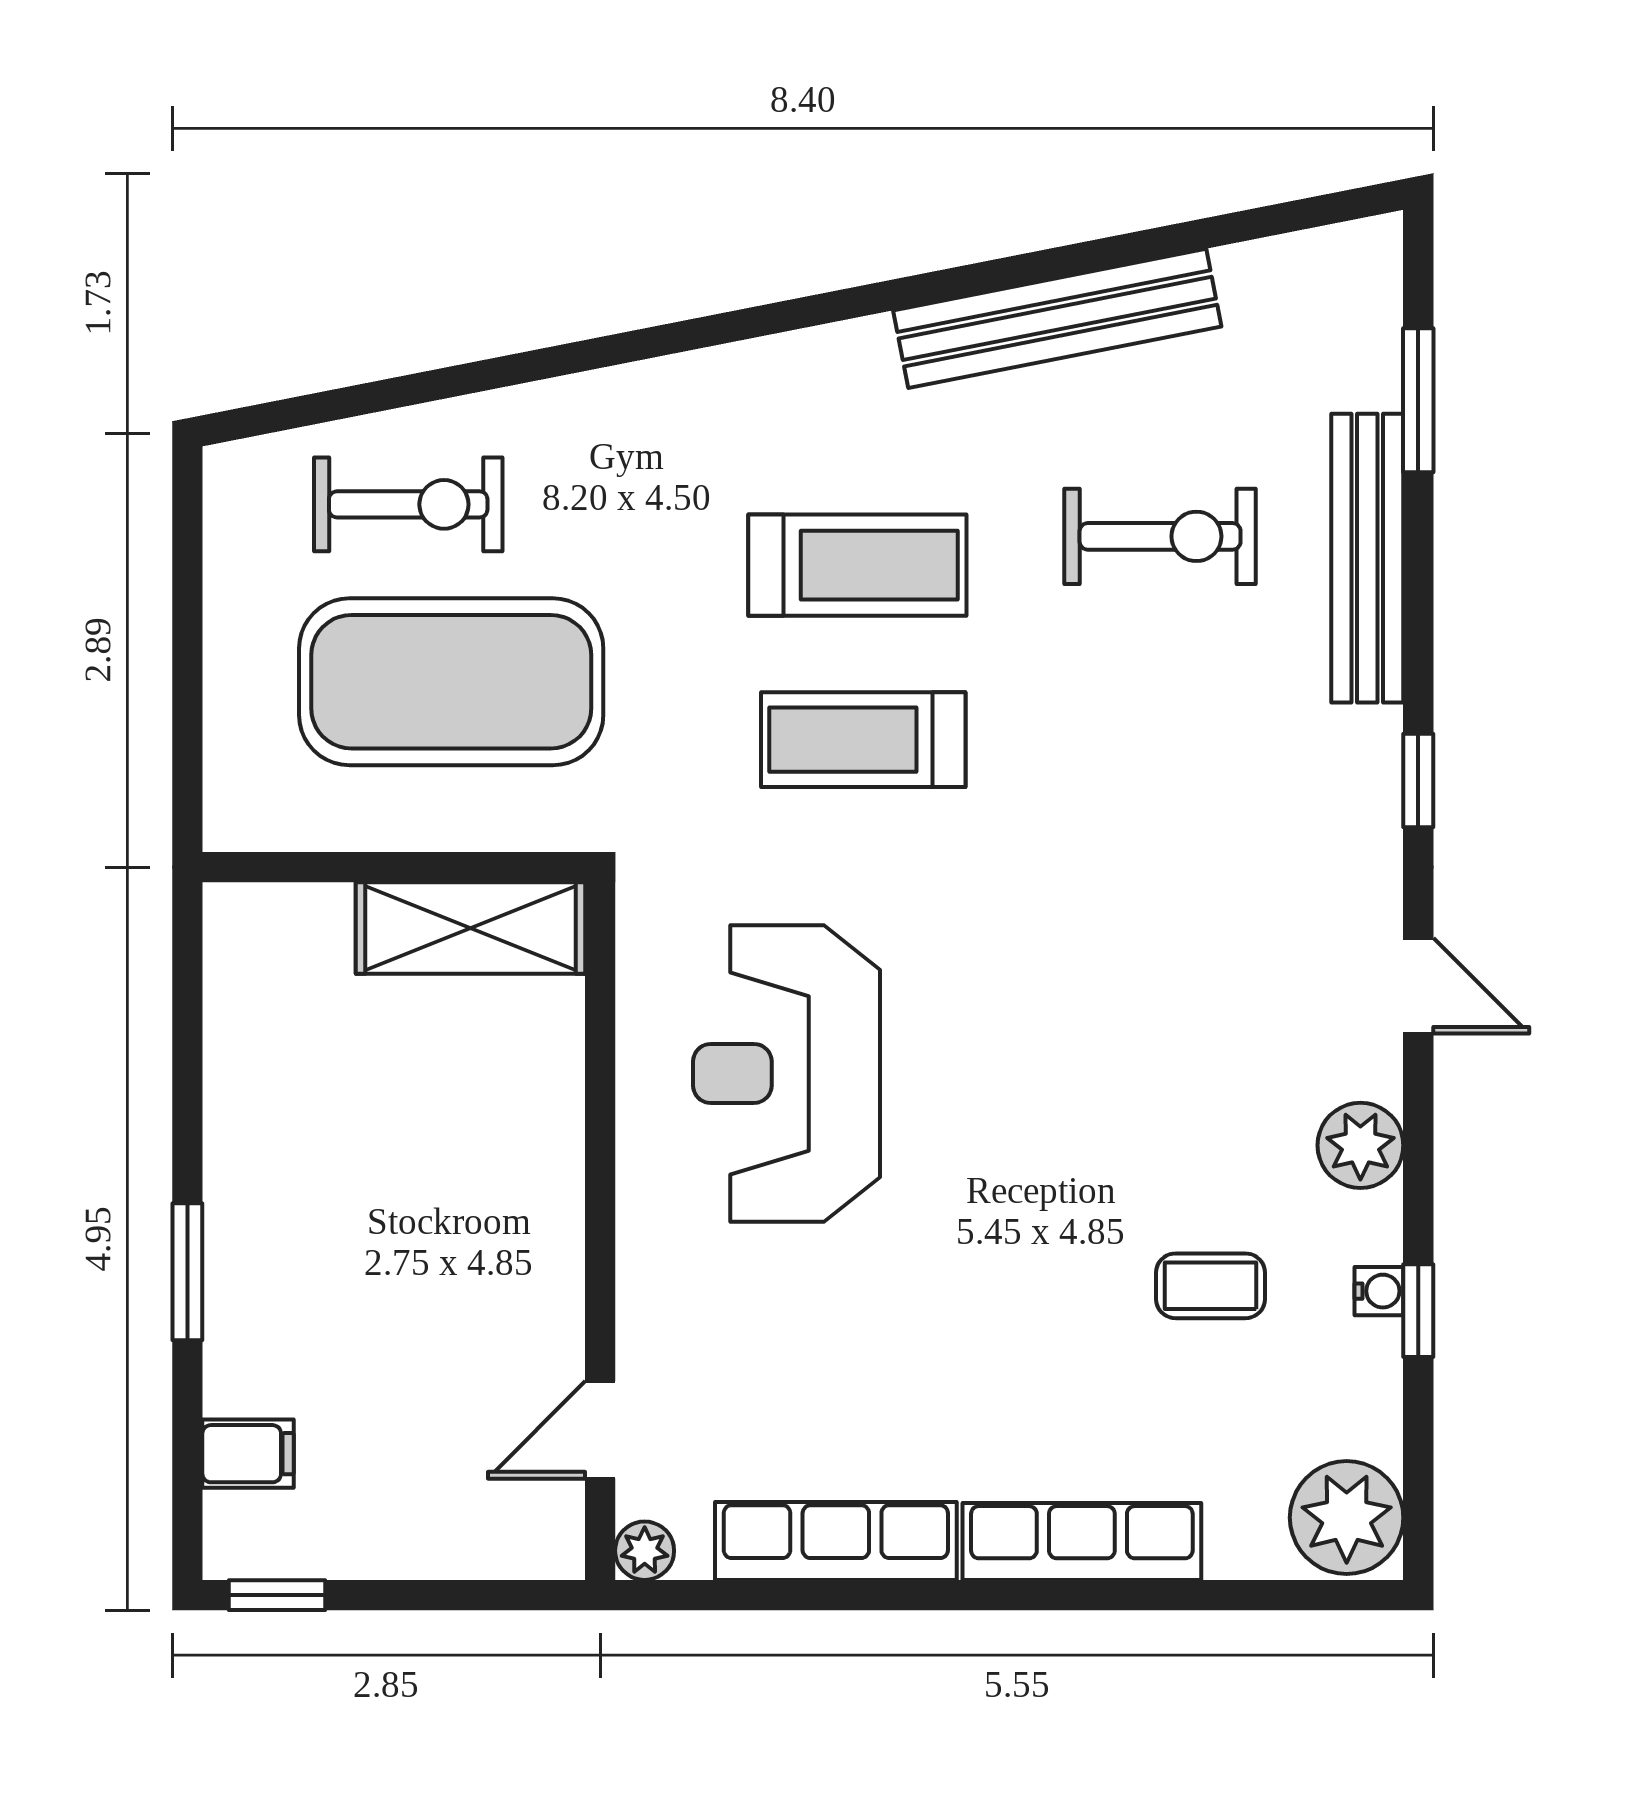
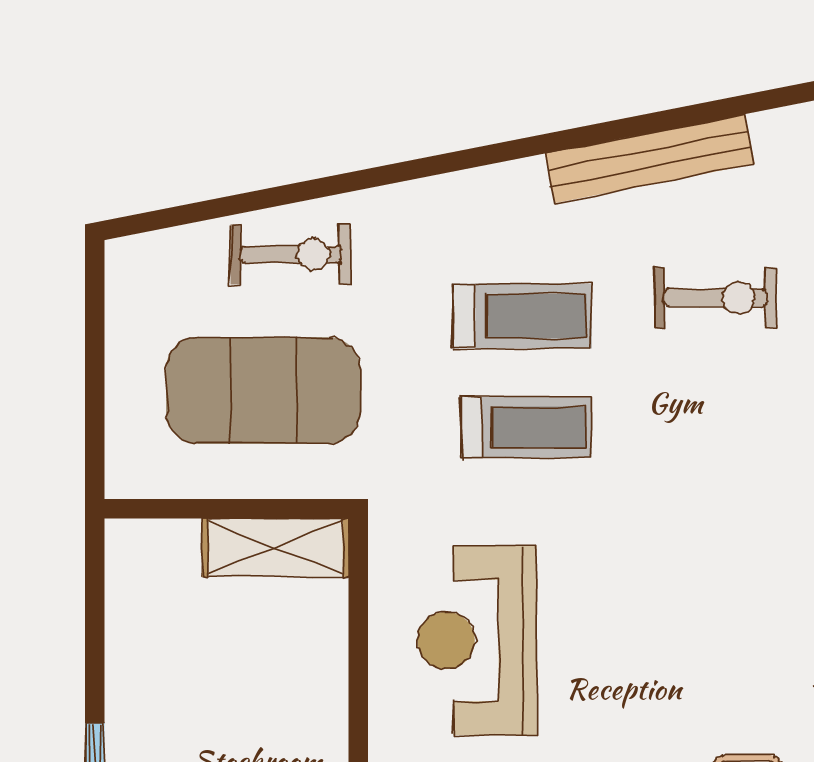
exercise bike: (408, 504) -> (291, 254), moved
treadmill: (863, 740) -> (526, 427), turned 180

